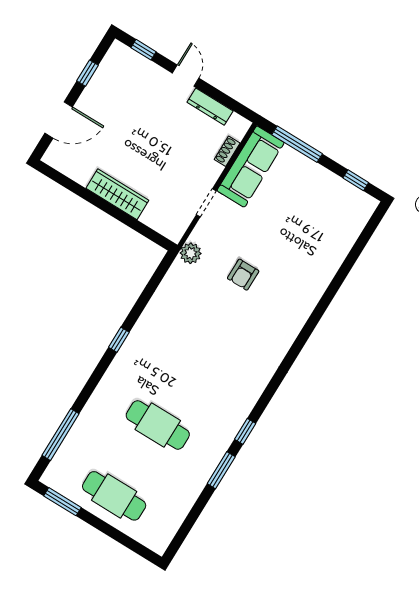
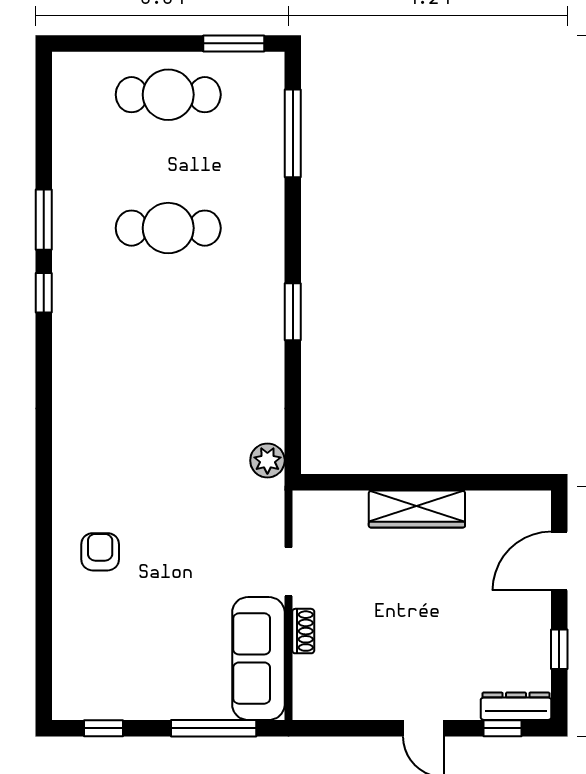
dresser: (210, 107) -> (516, 706), moved
shoe rack: (227, 151) -> (303, 631), moved
plant: (191, 253) -> (267, 460), moved
armchair: (243, 275) -> (100, 552), moved
window: (119, 340) -> (293, 312), width x1.50

